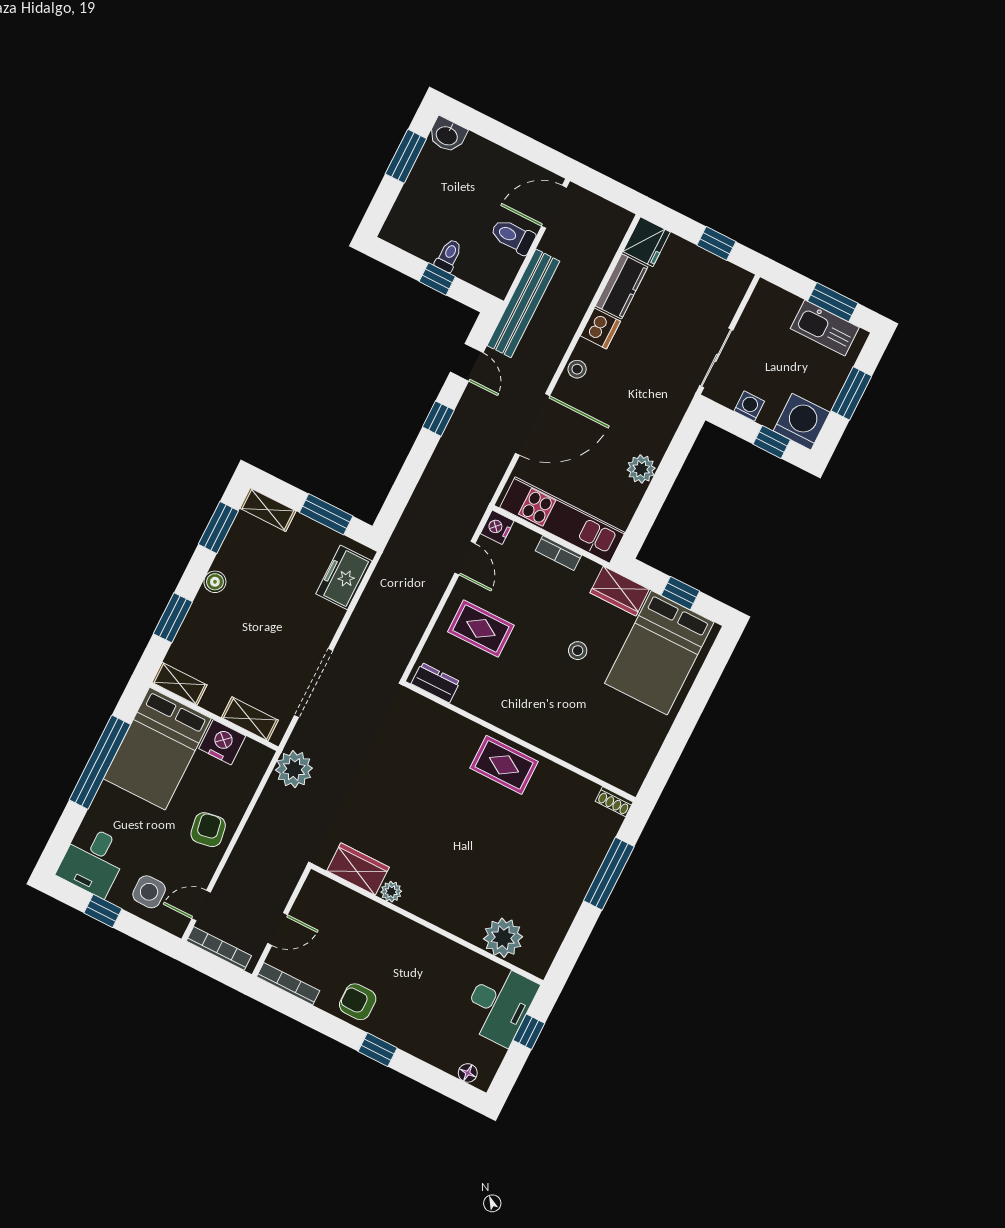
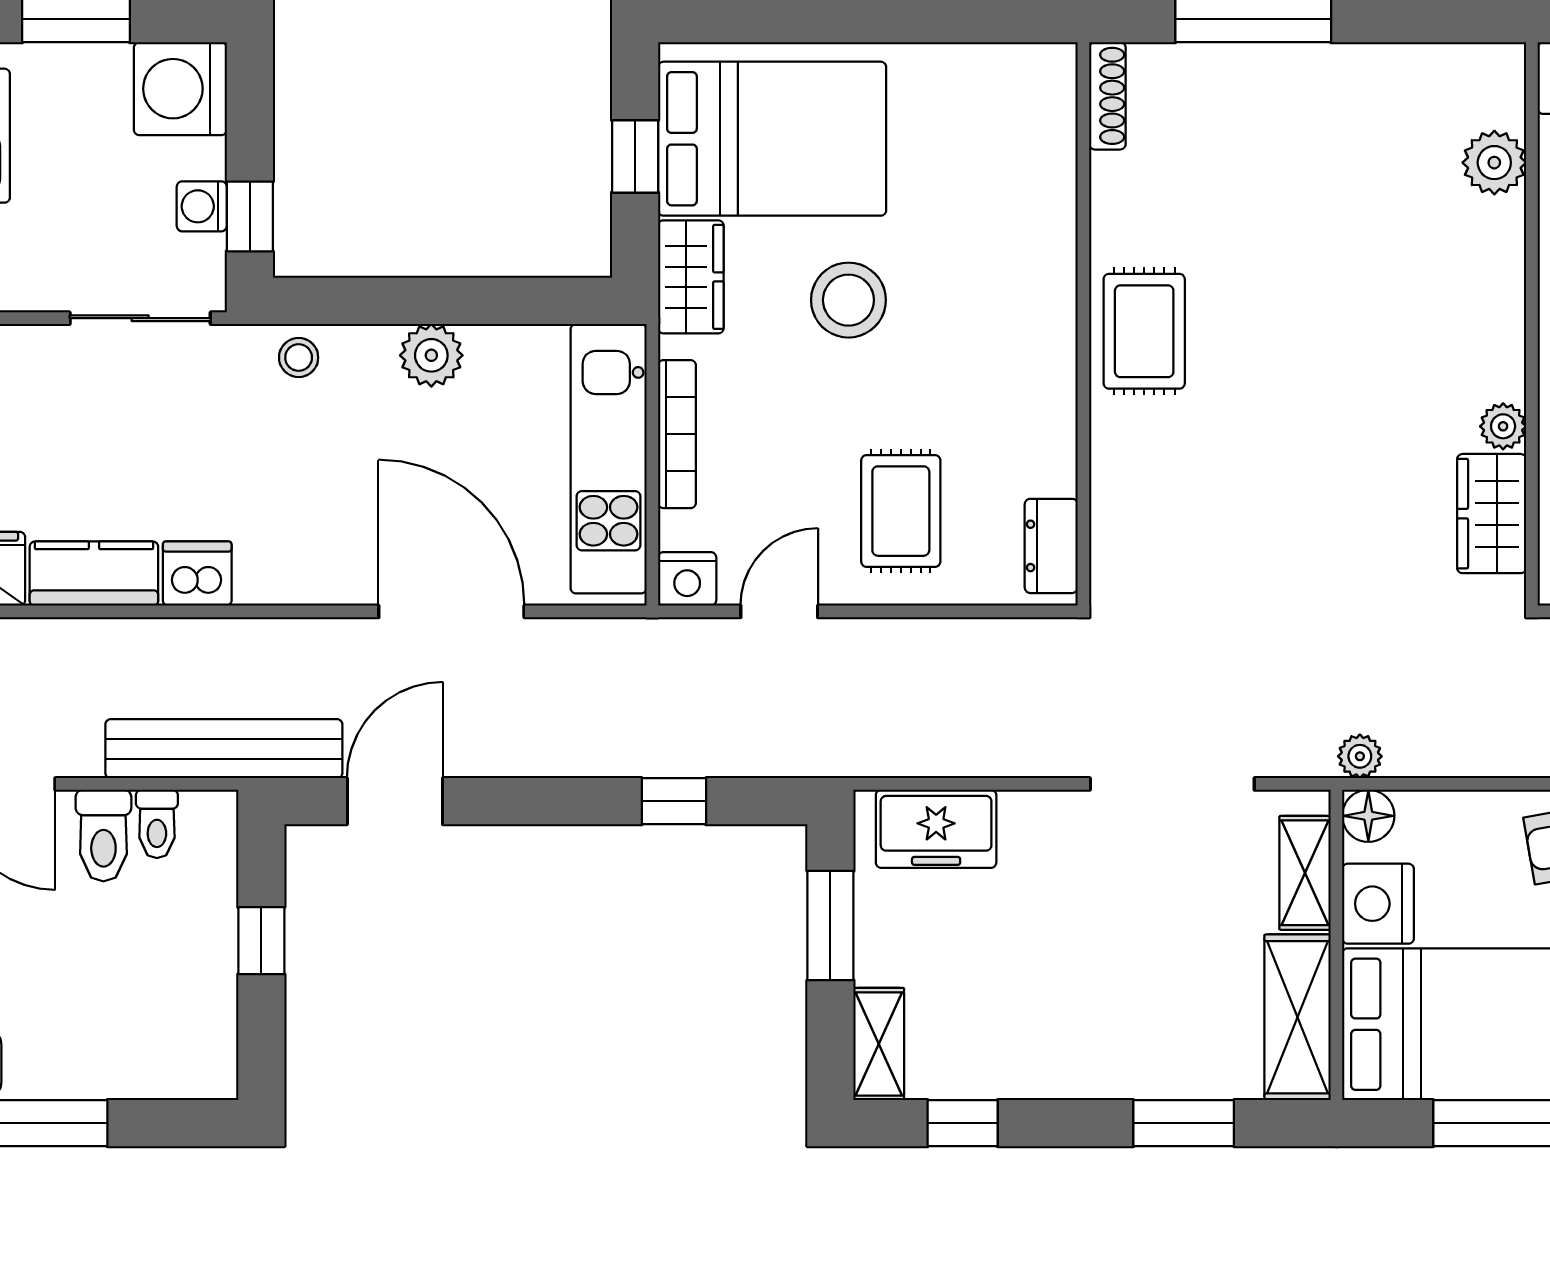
toilet: (449, 255) -> (157, 824), moved, turned -90
door: (467, 362) -> (395, 801), width x1.38
stool: (577, 369) -> (299, 358), moved
window: (438, 419) -> (674, 801), moved
window: (772, 442) -> (250, 217), moved
window: (218, 528) -> (963, 1123), width x0.67
bookcase: (558, 553) -> (677, 434), width x1.56
boiler: (215, 582) -> (1072, 1076), removed
stool: (578, 651) -> (848, 300), width x1.89, depth x1.89
shelving: (180, 684) -> (1298, 1017), width x1.50, depth x1.33
floor lamp: (260, 756) -> (1368, 816), added
plant: (294, 769) -> (1360, 756), width x0.53, depth x0.53
shoe rack: (614, 802) -> (1107, 96), width x1.43
plant: (503, 938) -> (1494, 163), width x0.73, depth x0.73

